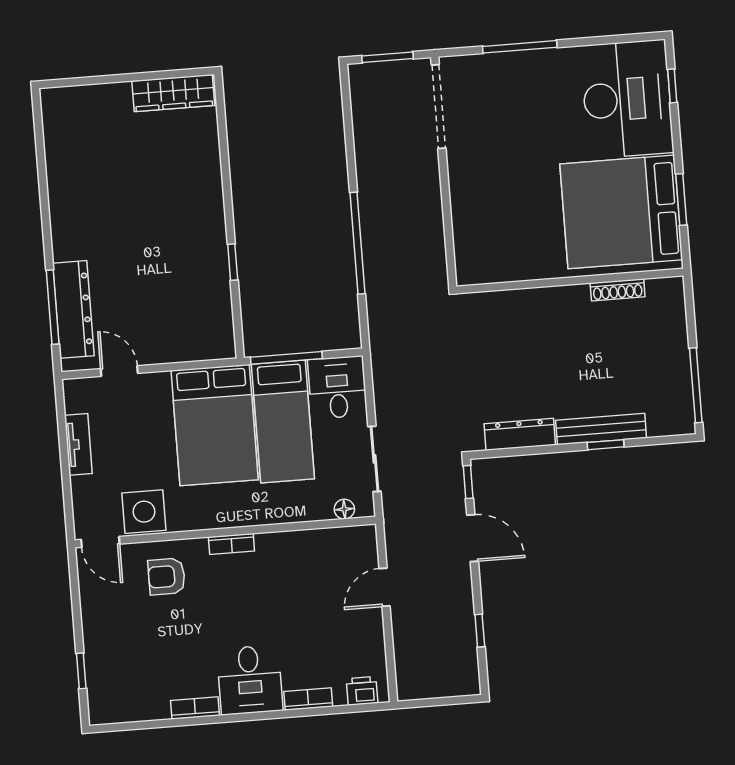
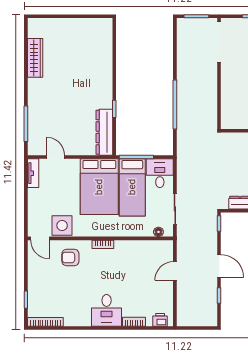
wardrobe: (173, 93) -> (35, 58), moved, turned -90
dresser: (73, 309) -> (104, 132), moved, turned 180
tv unit: (78, 444) -> (33, 173), moved
door: (473, 538) -> (219, 266), moved
bookcase: (195, 708) -> (45, 322), moved, width x1.56

